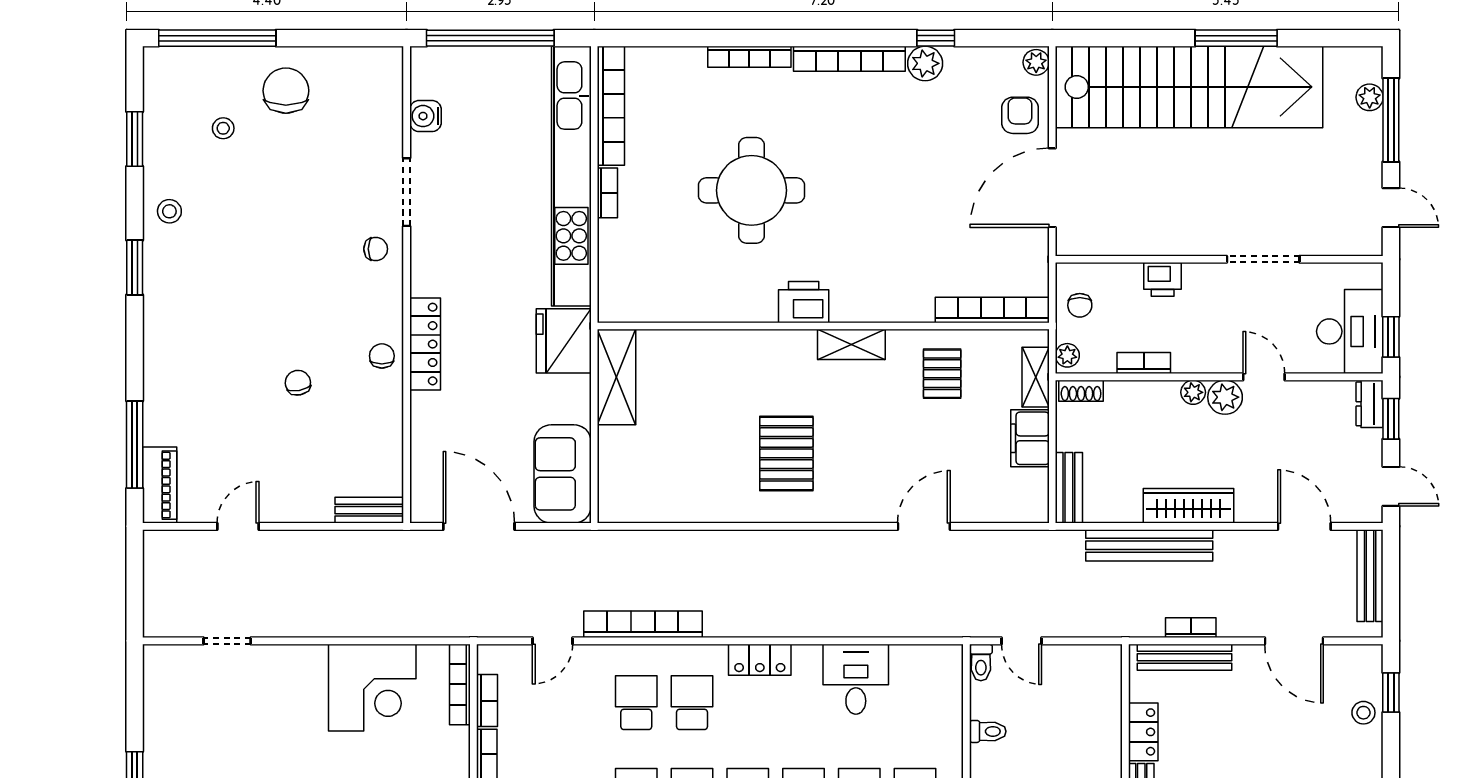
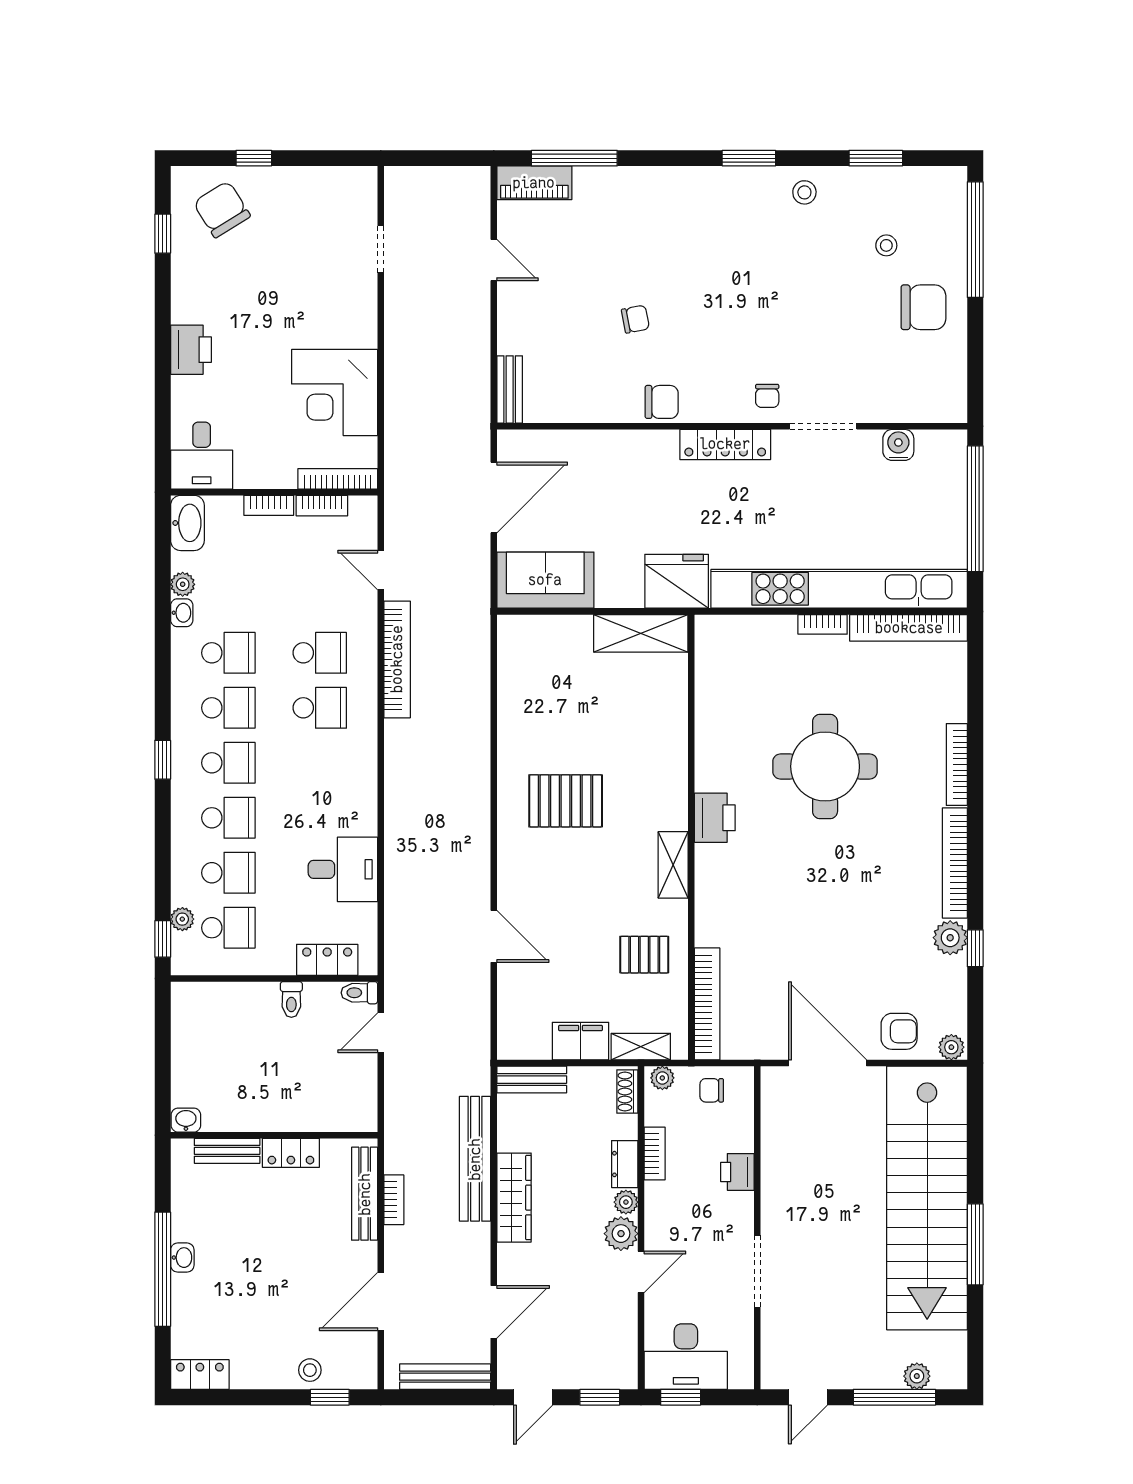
locker: (425, 344) -> (725, 444), moved
chair: (382, 356) -> (662, 402), width x1.37, depth x1.37
dresser: (1370, 404) -> (625, 1164), moved, turned -90
locker: (760, 660) -> (327, 960), moved, turned 90

